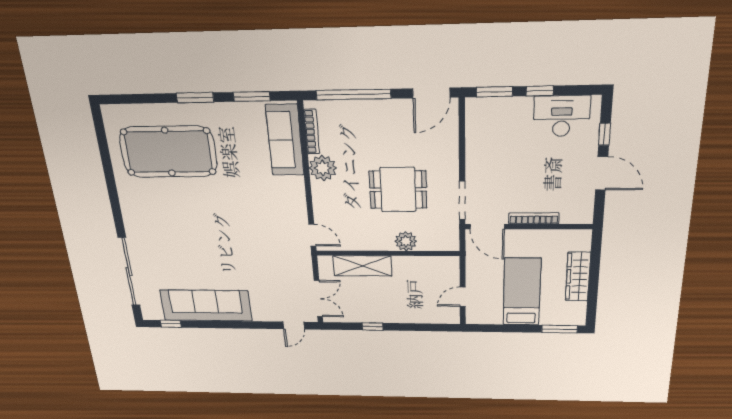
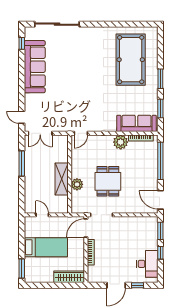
shelving: (362, 266) -> (62, 179), moved
wardrobe: (578, 277) -> (69, 277), moved
window: (373, 327) -> (22, 163), width x2.17

